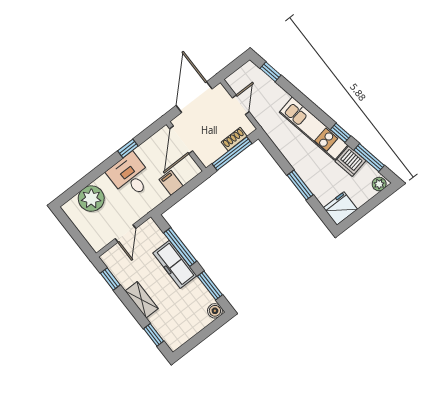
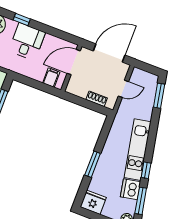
window: (271, 72) -> (159, 96), width x1.50
window: (128, 148) -> (22, 19), moved
window: (232, 154) -> (86, 103), removed
filing cabinet: (171, 183) -> (51, 78), moved

